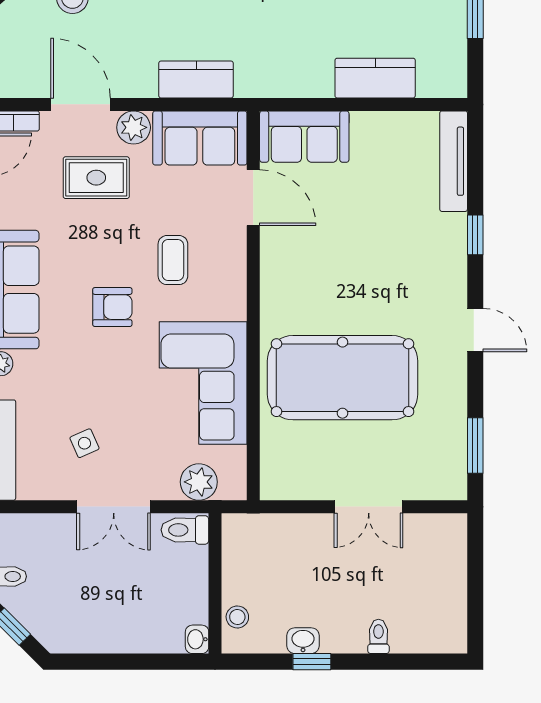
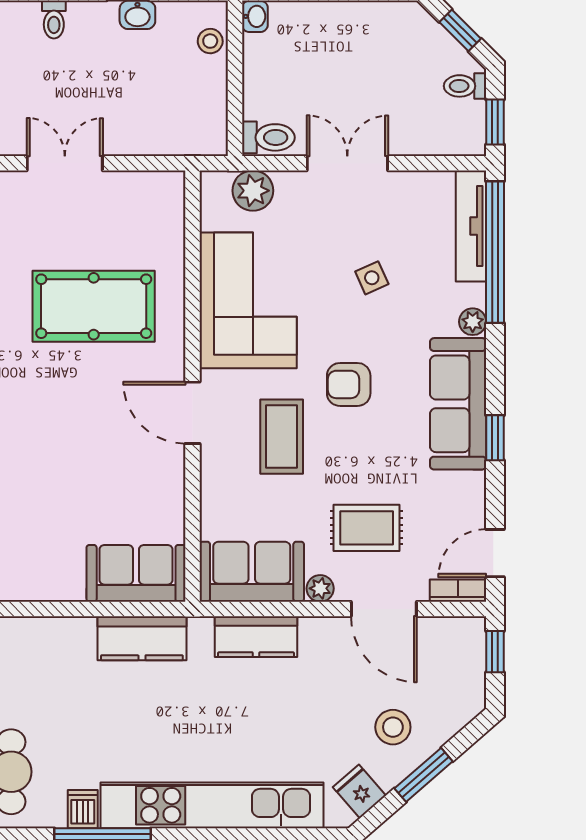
kitchen counter: (375, 78) -> (142, 638), moved
plant: (134, 127) -> (320, 588), width x0.73, depth x0.73
door: (253, 198) -> (192, 413), moved
coffee table: (173, 260) -> (282, 437), width x1.36, depth x1.30
pool table: (343, 378) -> (94, 306), width x0.73, depth x0.76
side table: (84, 443) -> (372, 278), moved

